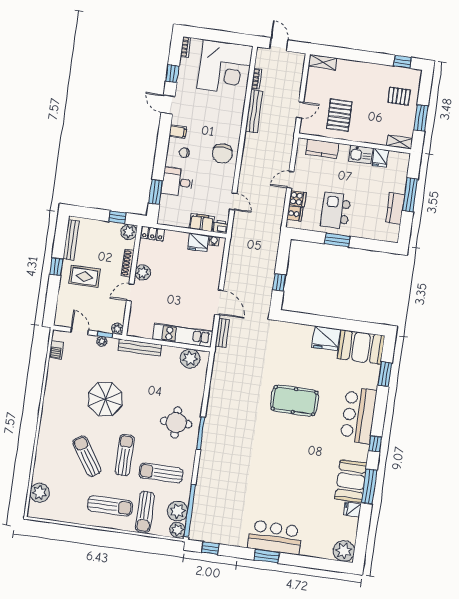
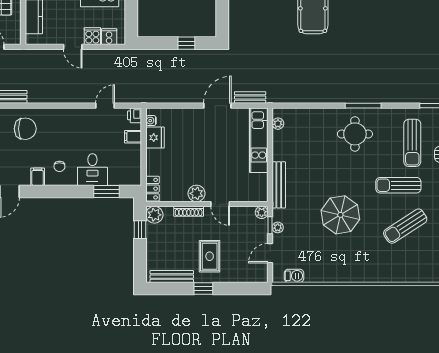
chair: (222, 154) -> (25, 129), moved
filing cabinet: (202, 223) -> (133, 137), width x0.50
plant: (190, 358) -> (278, 124), width x0.53, depth x0.53

